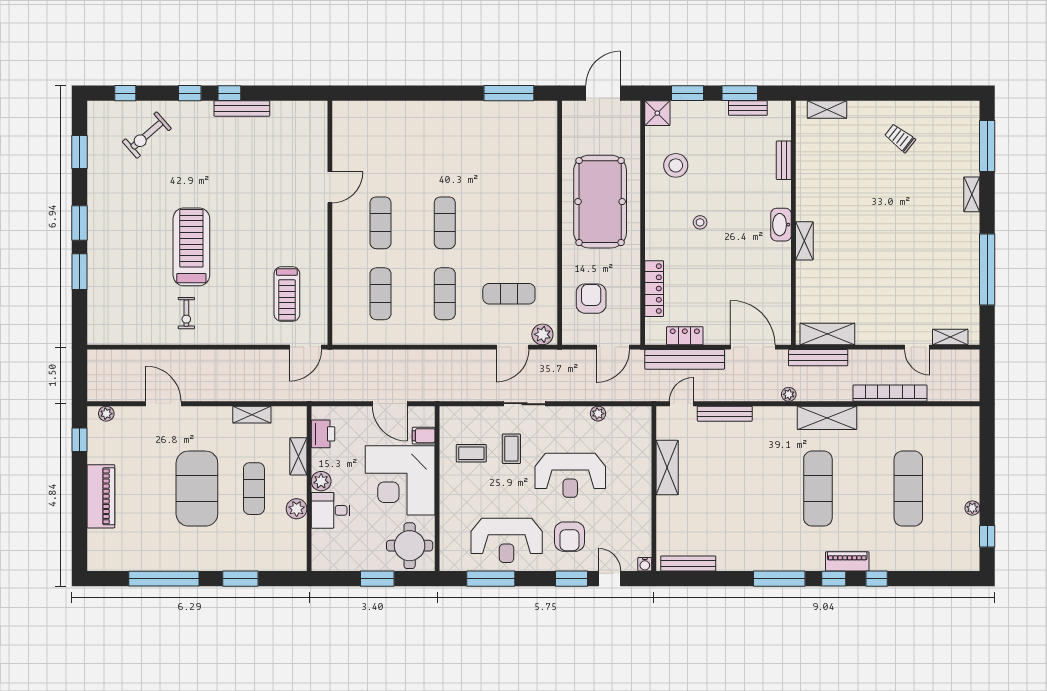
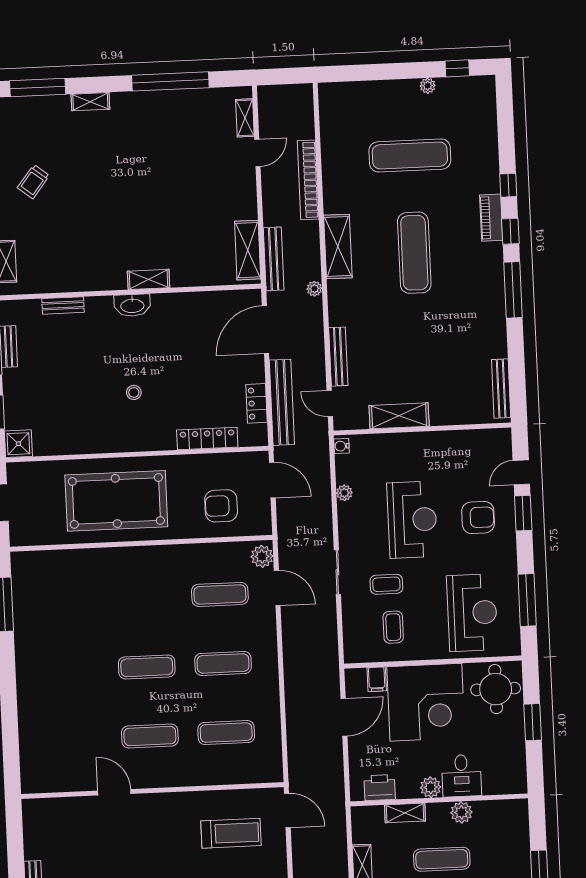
stool: (676, 165) -> (74, 421), removed
exercise mat: (509, 294) -> (220, 594), turned 90
exercise mat: (818, 489) -> (414, 253), turned 90
reception desk: (507, 540) -> (472, 613), moved
water cooler: (645, 564) -> (341, 446), moved, turned 180

